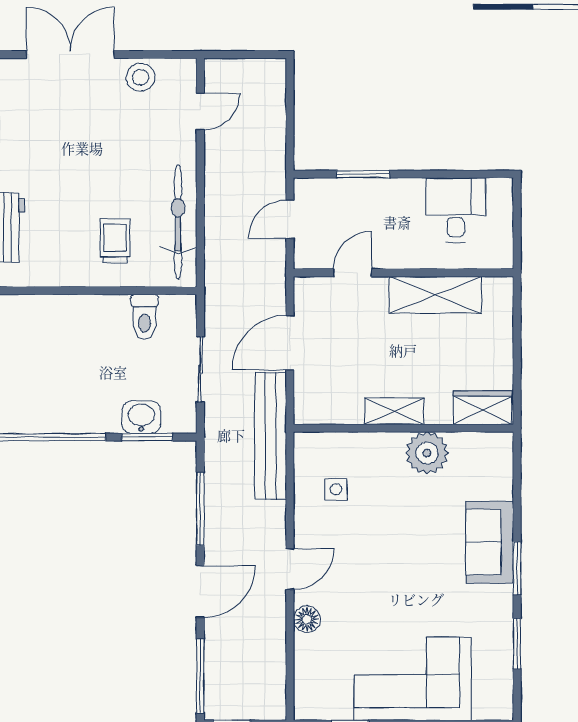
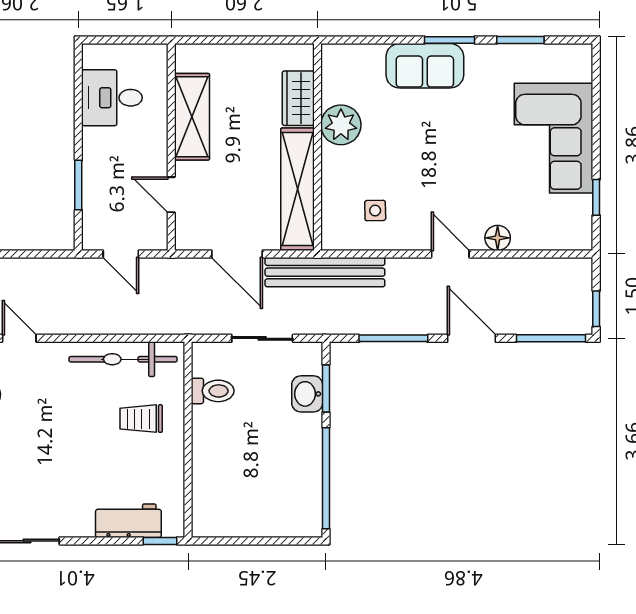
wardrobe: (483, 408) -> (298, 98), moved
shelving: (394, 411) -> (297, 189), width x2.20, depth x1.33

